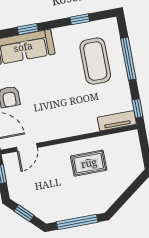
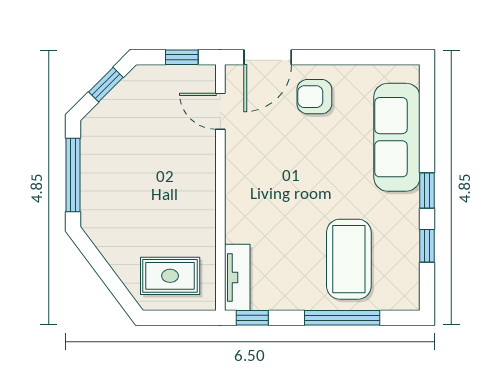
window: (28, 29) -> (427, 190), moved
coffee table: (95, 61) -> (349, 259), turned 90
rug: (89, 163) -> (170, 276), moved, turned 90

